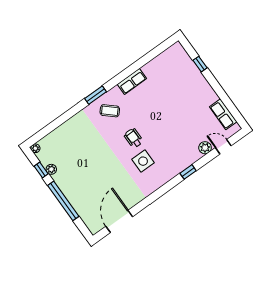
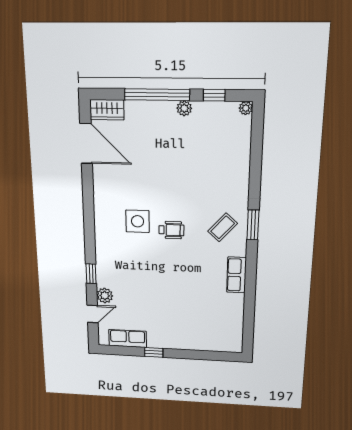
window: (200, 64) -> (154, 352), moved
plant: (51, 169) -> (184, 108), moved
window: (188, 172) -> (91, 274), moved
wardrobe: (92, 223) -> (107, 110), added

